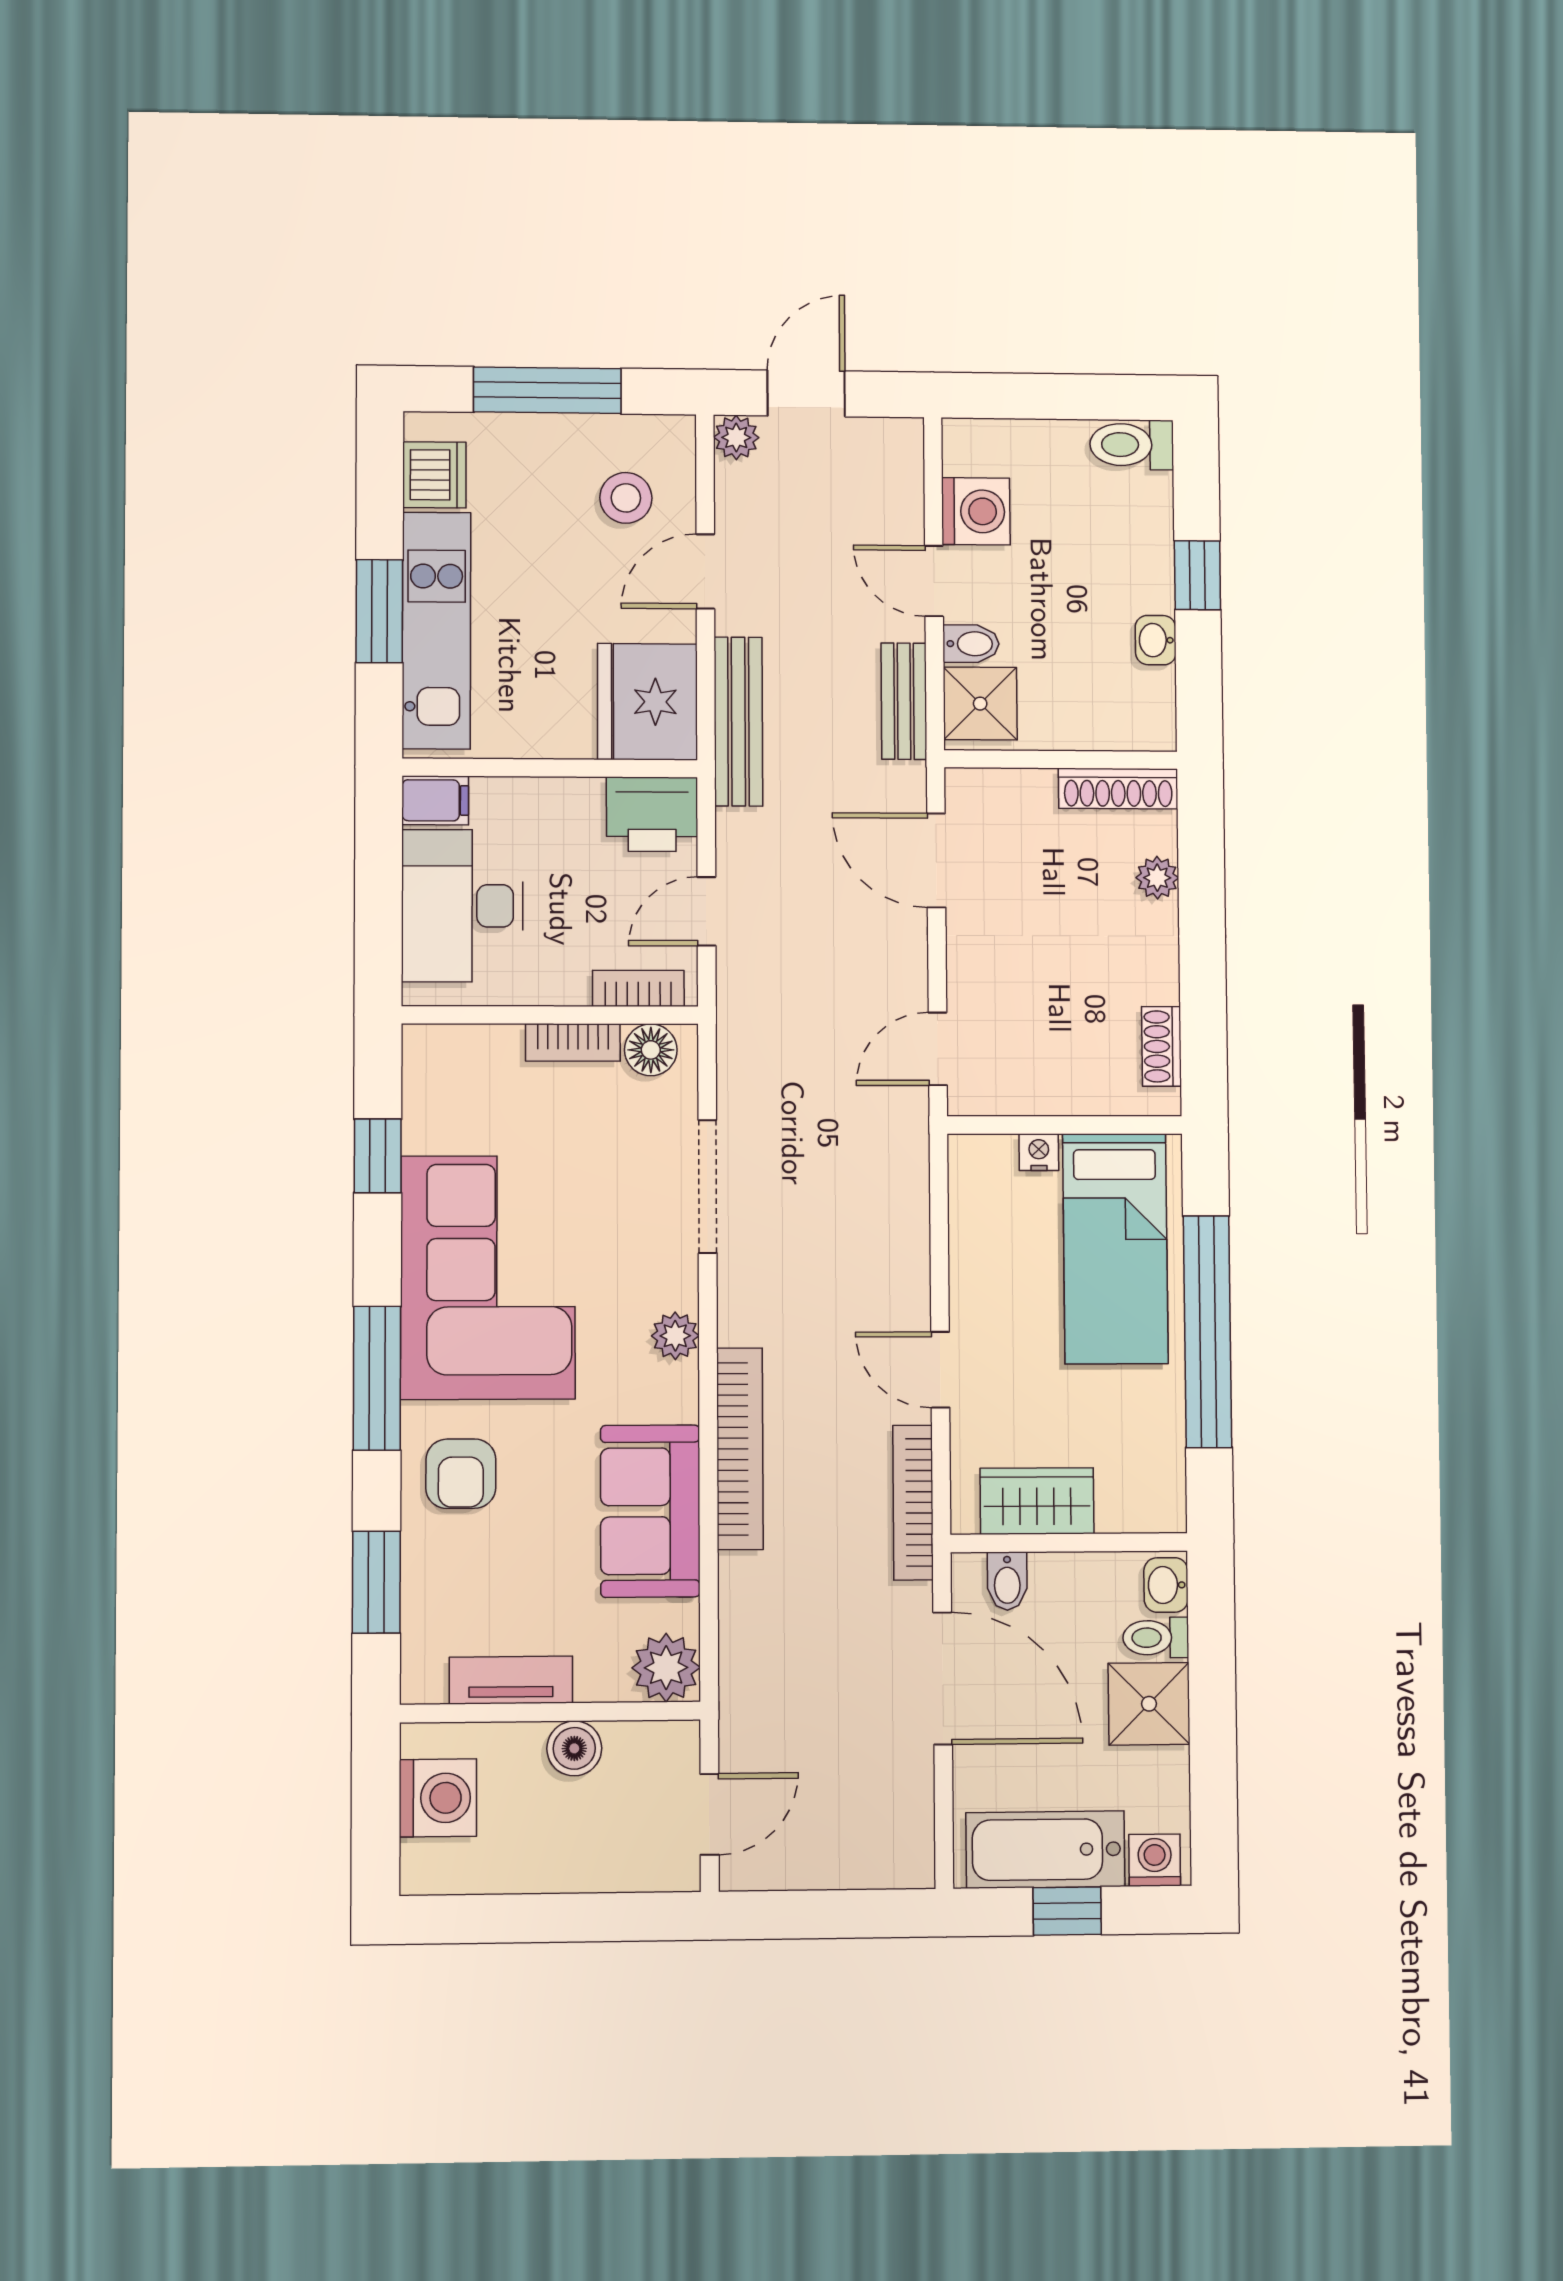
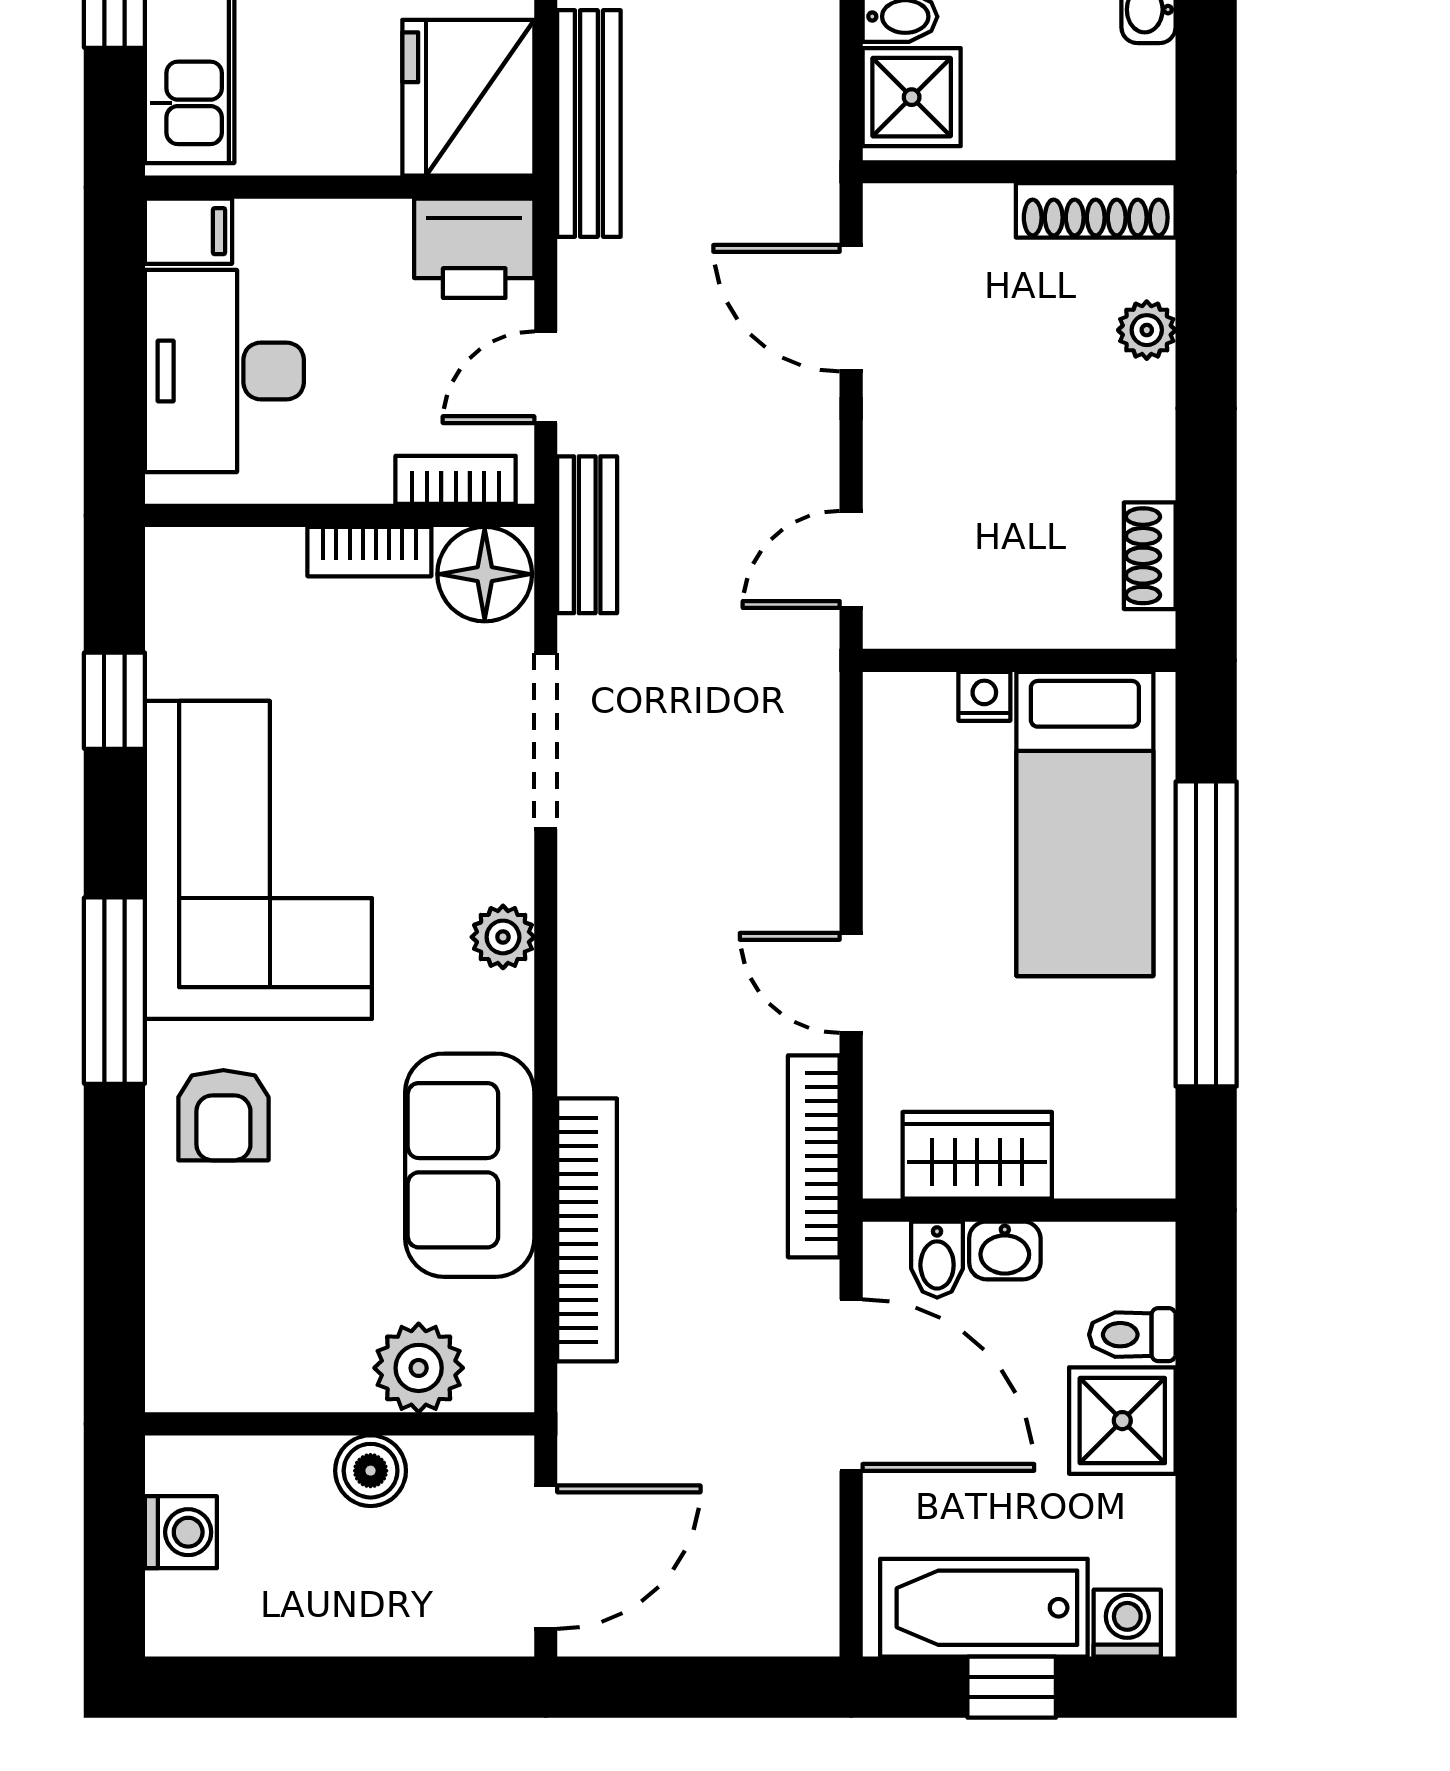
bench: (904, 701) -> (587, 535), moved
floor lamp: (651, 1050) -> (485, 574), width x1.38, depth x1.38
bookcase: (740, 1449) -> (587, 1230), moved
window: (376, 1582) -> (114, 1255), removed
washbasin: (1166, 1585) -> (1005, 1250), moved, turned -90
plant: (666, 1668) -> (419, 1368), moved
tv unit: (511, 1680) -> (289, 1382), removed
washing machine: (438, 1798) -> (181, 1532), width x0.73, depth x0.73
door: (710, 1814) -> (546, 1557), width x1.38

